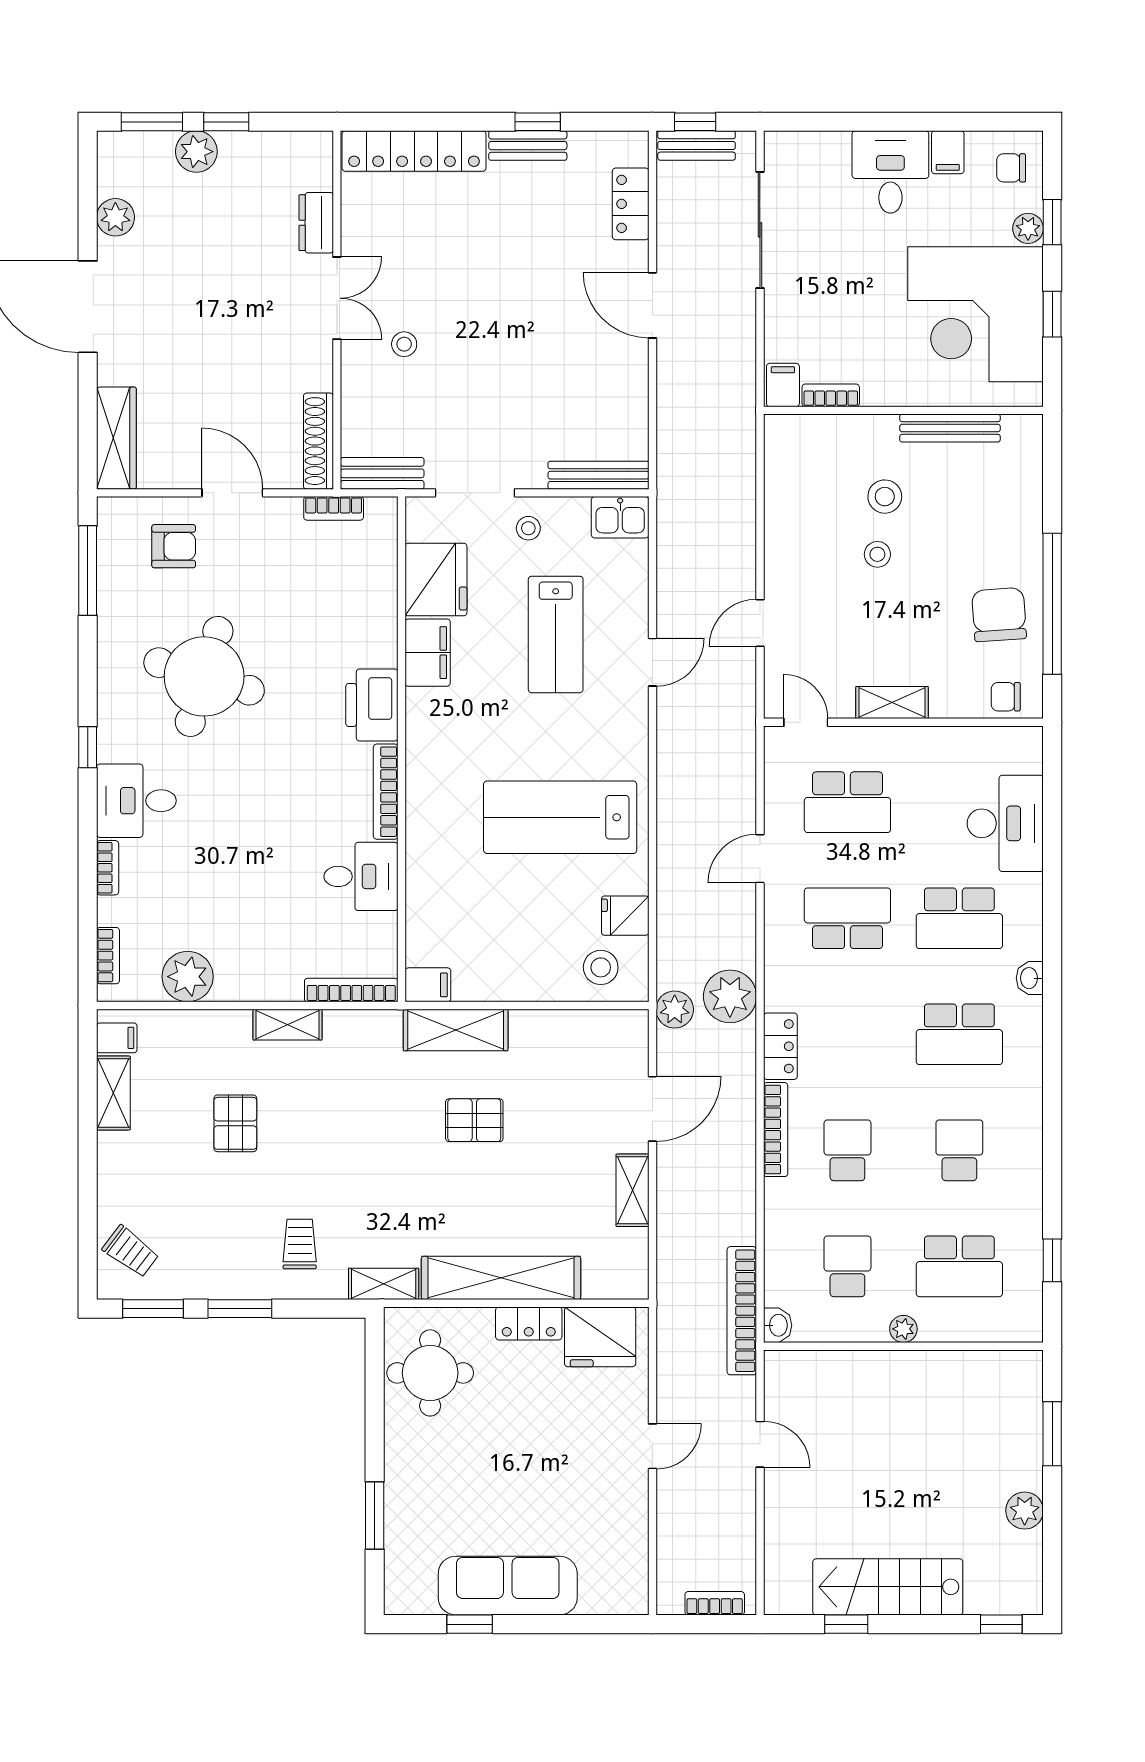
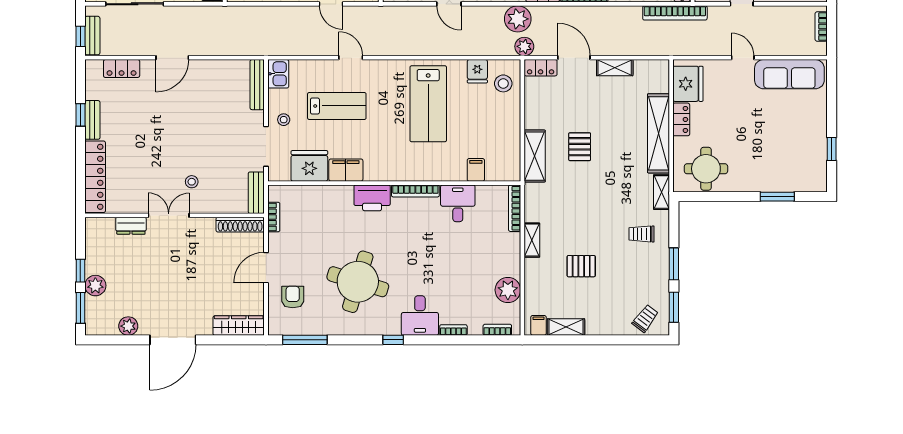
filing cabinet: (428, 985) -> (476, 170), moved
locker: (632, 1042) -> (541, 68), added
sofa: (508, 1586) -> (789, 74), moved, turned -90

